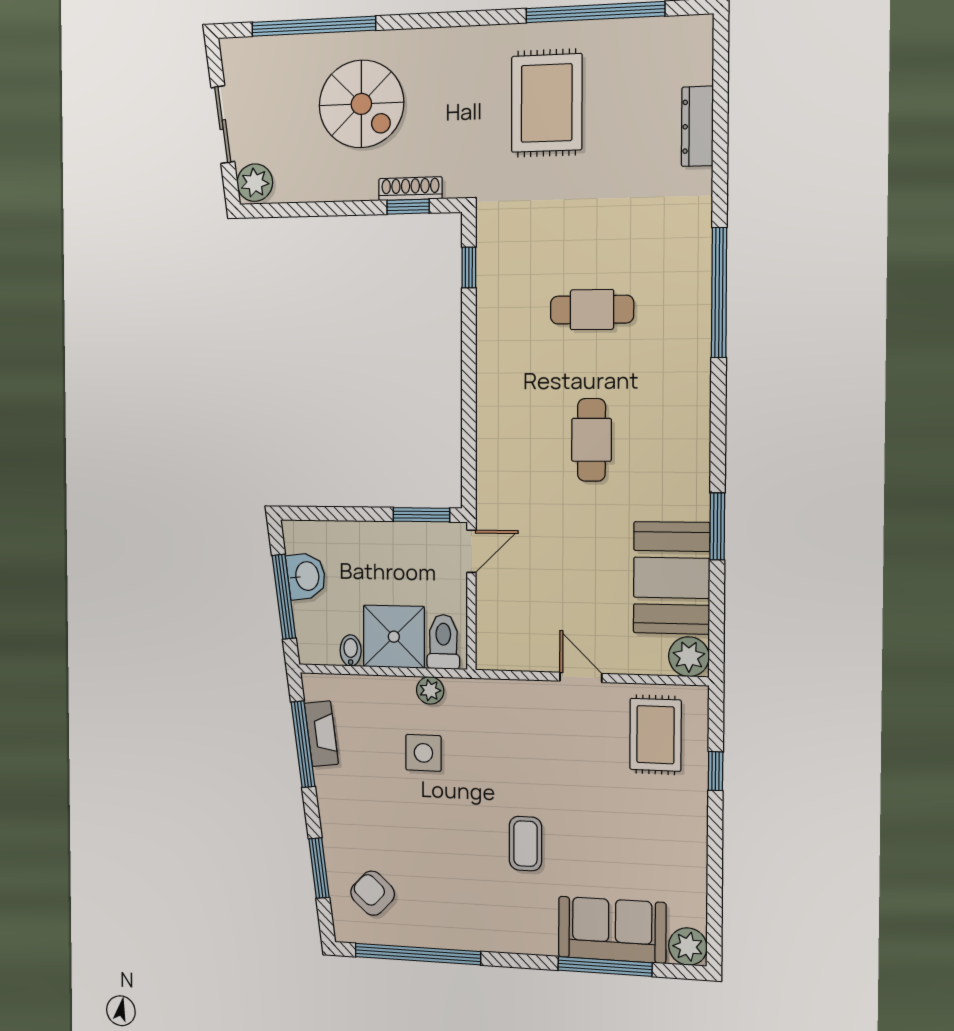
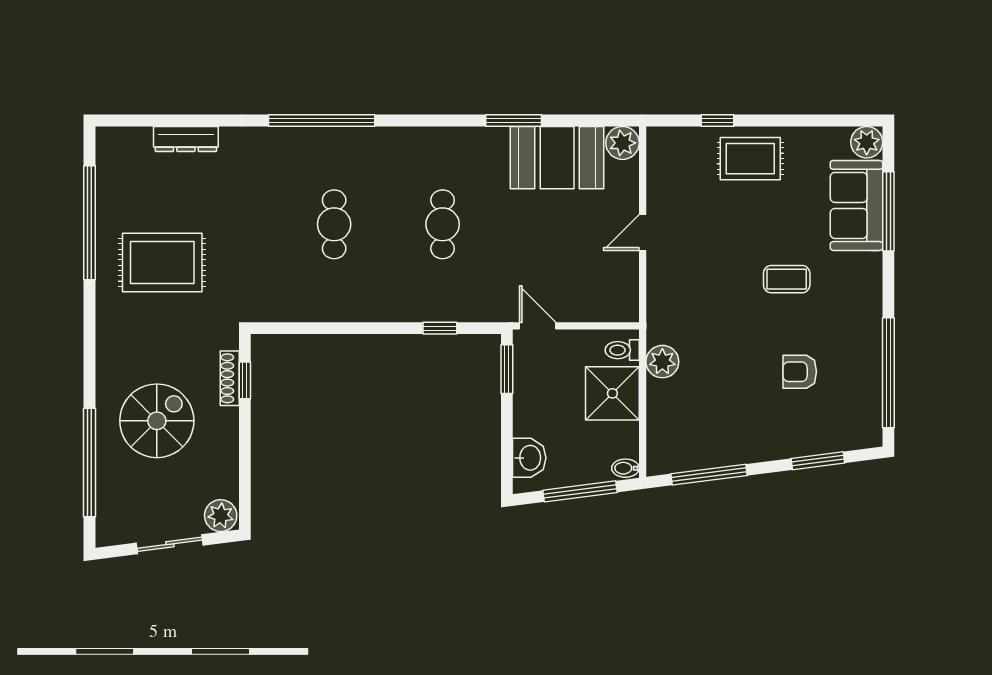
window: (469, 268) -> (440, 328), moved
cafe table: (591, 440) -> (443, 224), turned 90
washbasin: (306, 576) -> (529, 458), moved, turned 97
toilet: (443, 642) -> (622, 350), width x0.73, depth x0.72
bidet: (351, 650) -> (625, 468), moved
plant: (430, 690) -> (662, 362), width x1.38, depth x1.38
fireplace: (321, 734) -> (699, 458), removed
rug: (655, 735) -> (750, 159), moved
side table: (423, 753) -> (712, 368), removed
armchair: (373, 893) -> (800, 372), moved, turned 47

